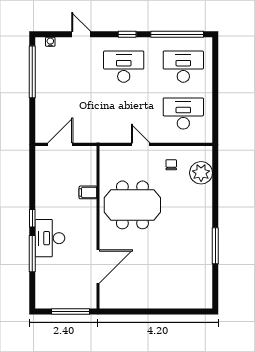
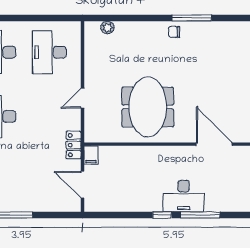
locker: (97, 136) -> (74, 145), added
chair: (171, 165) -> (174, 32), moved
plant: (201, 173) -> (107, 27), width x0.53, depth x0.53
filing cabinet: (88, 192) -> (91, 155), moved

